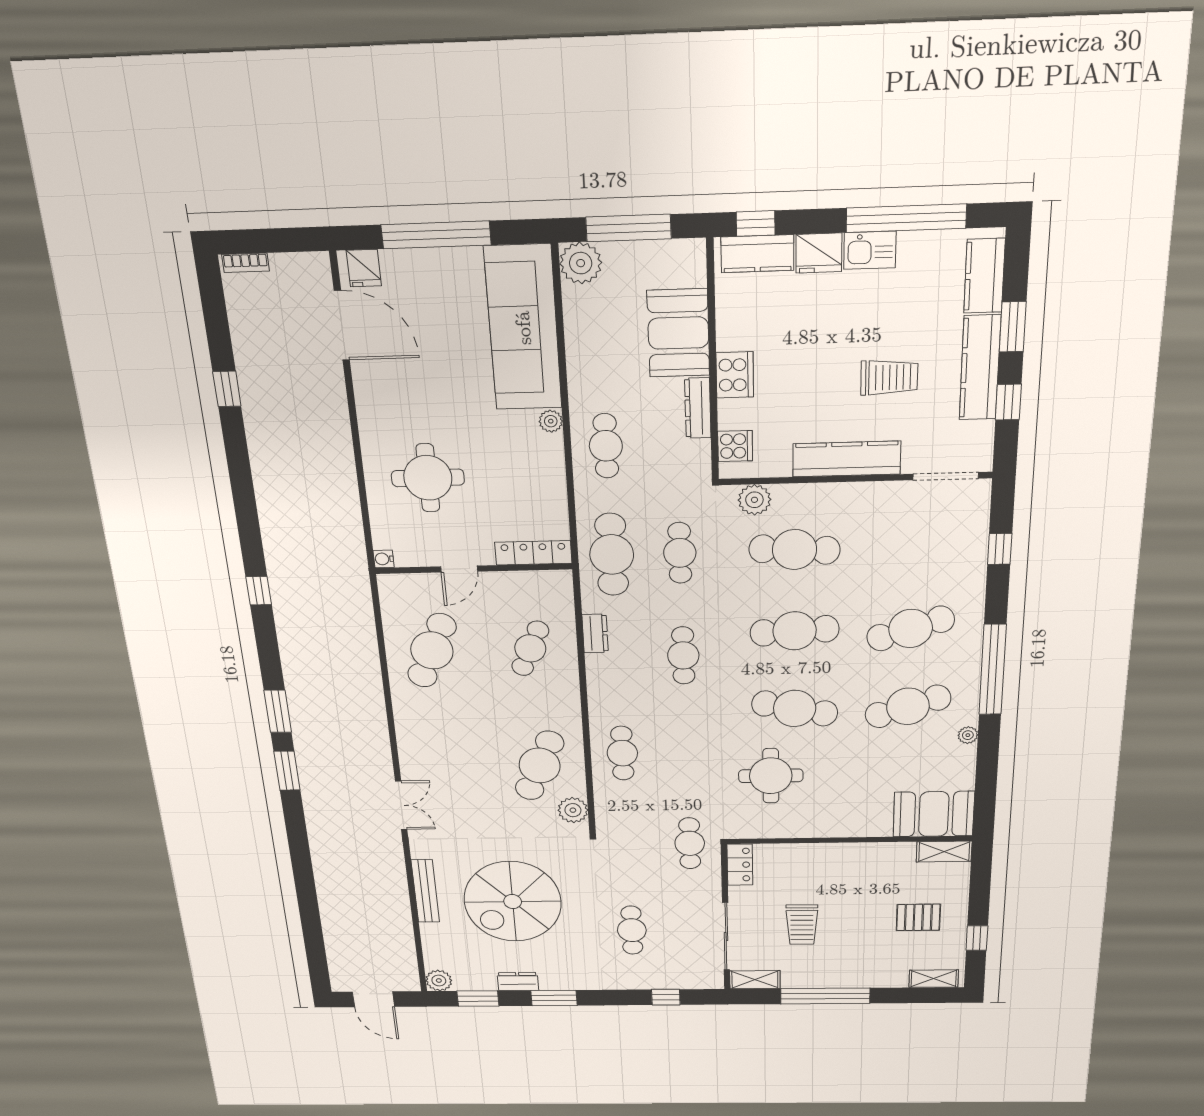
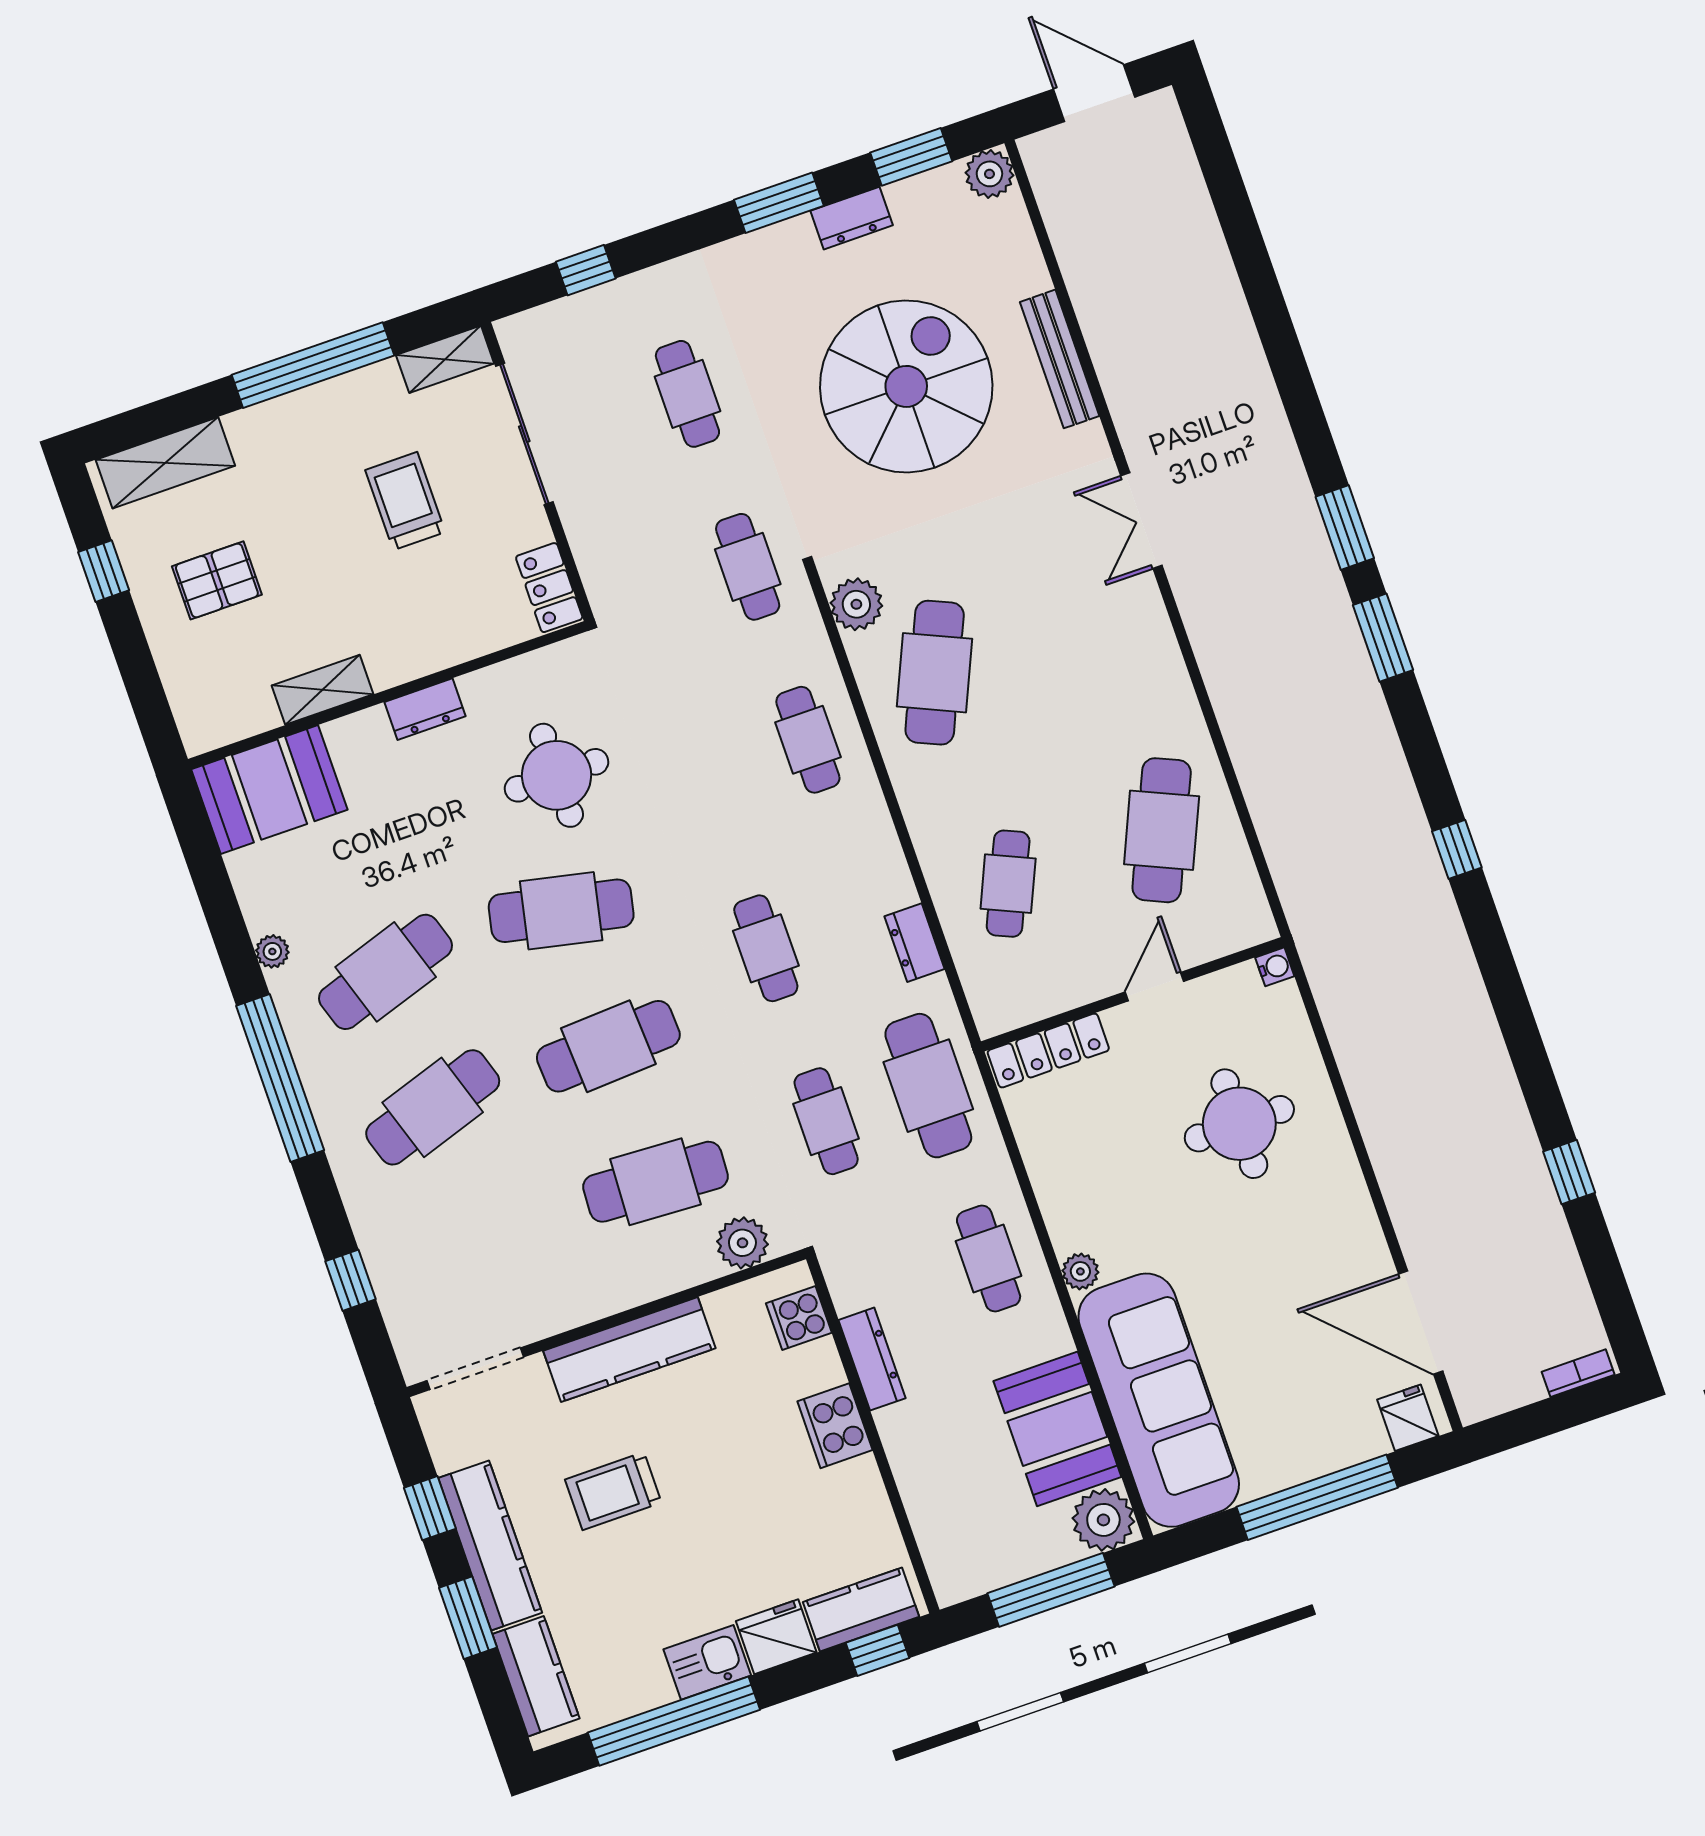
booth: (678, 333) -> (1057, 1429), moved
dresser: (831, 828) -> (425, 709), added
cafe table: (690, 843) -> (748, 567), moved
shelving: (944, 852) -> (323, 690), moved
shelving: (934, 979) -> (165, 463), width x1.50, depth x1.33

